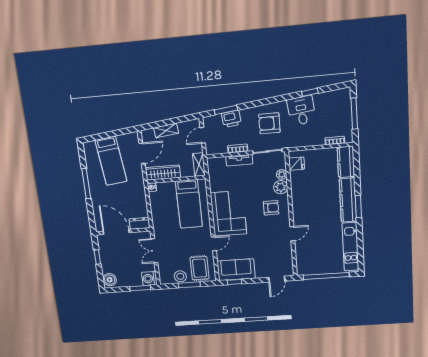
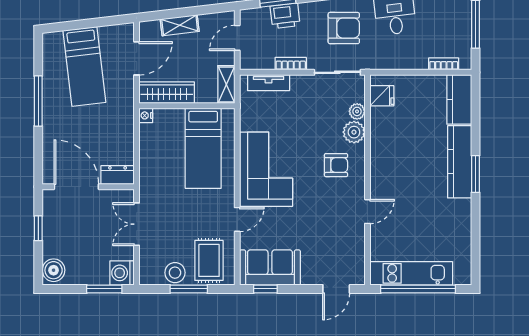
armchair: (269, 123) -> (344, 28), turned 180
tv unit: (239, 160) -> (269, 83), moved
kitchen unit: (350, 247) -> (411, 273), moved, turned 90

